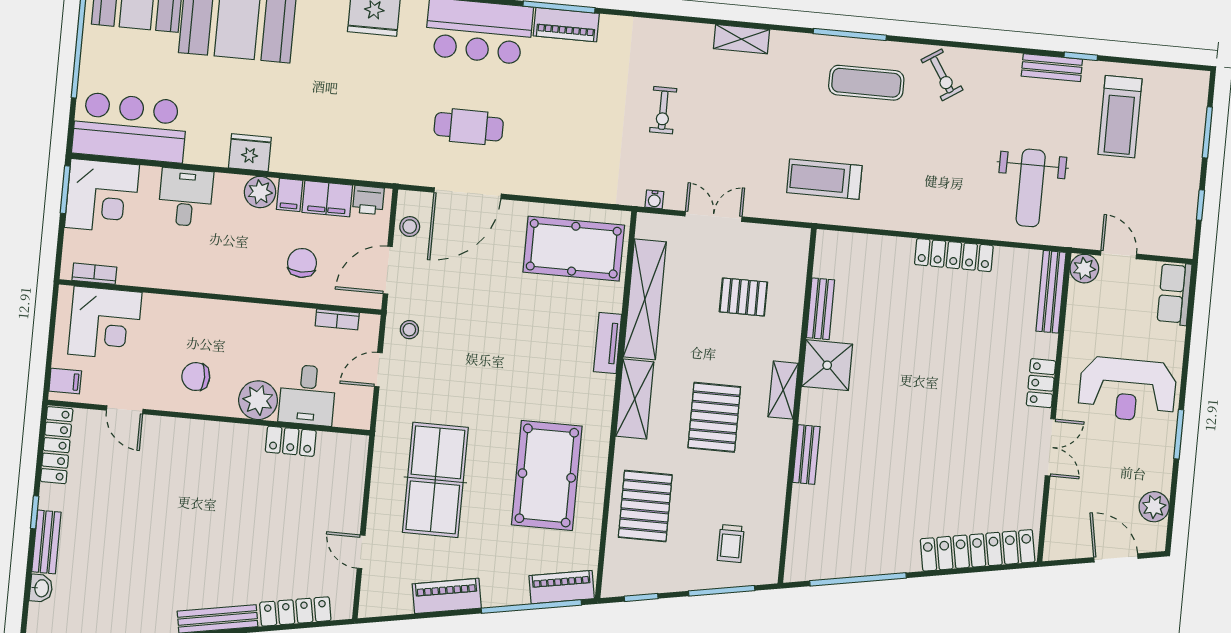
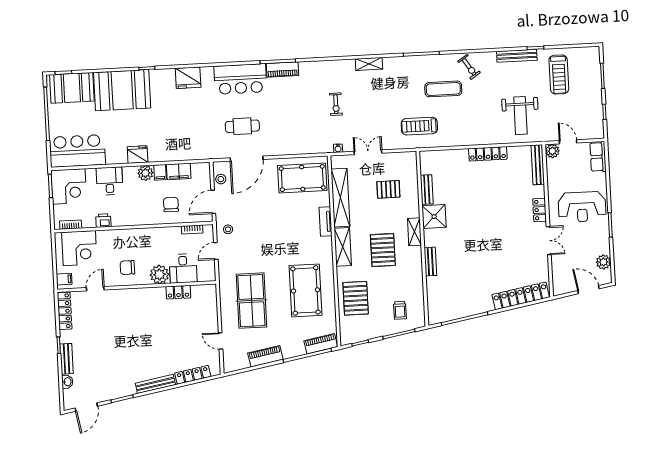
bench: (1052, 68) -> (517, 56), width x1.36
exercise mat: (866, 83) -> (443, 89), moved
printer: (368, 200) -> (103, 221), moved, turned 180
door: (125, 410) -> (95, 289), swing flipped

